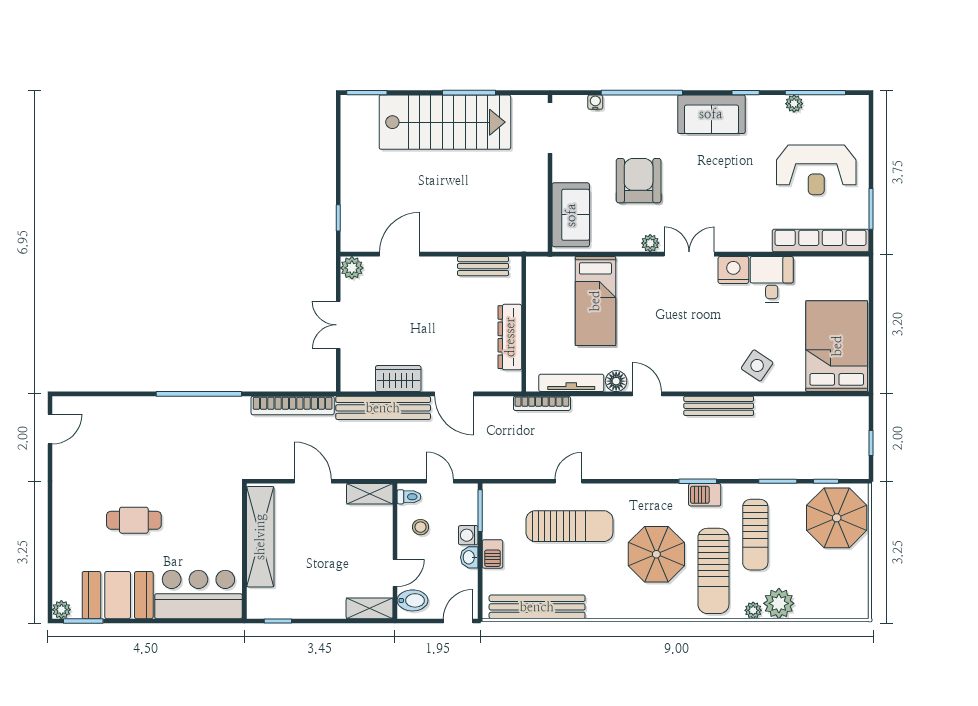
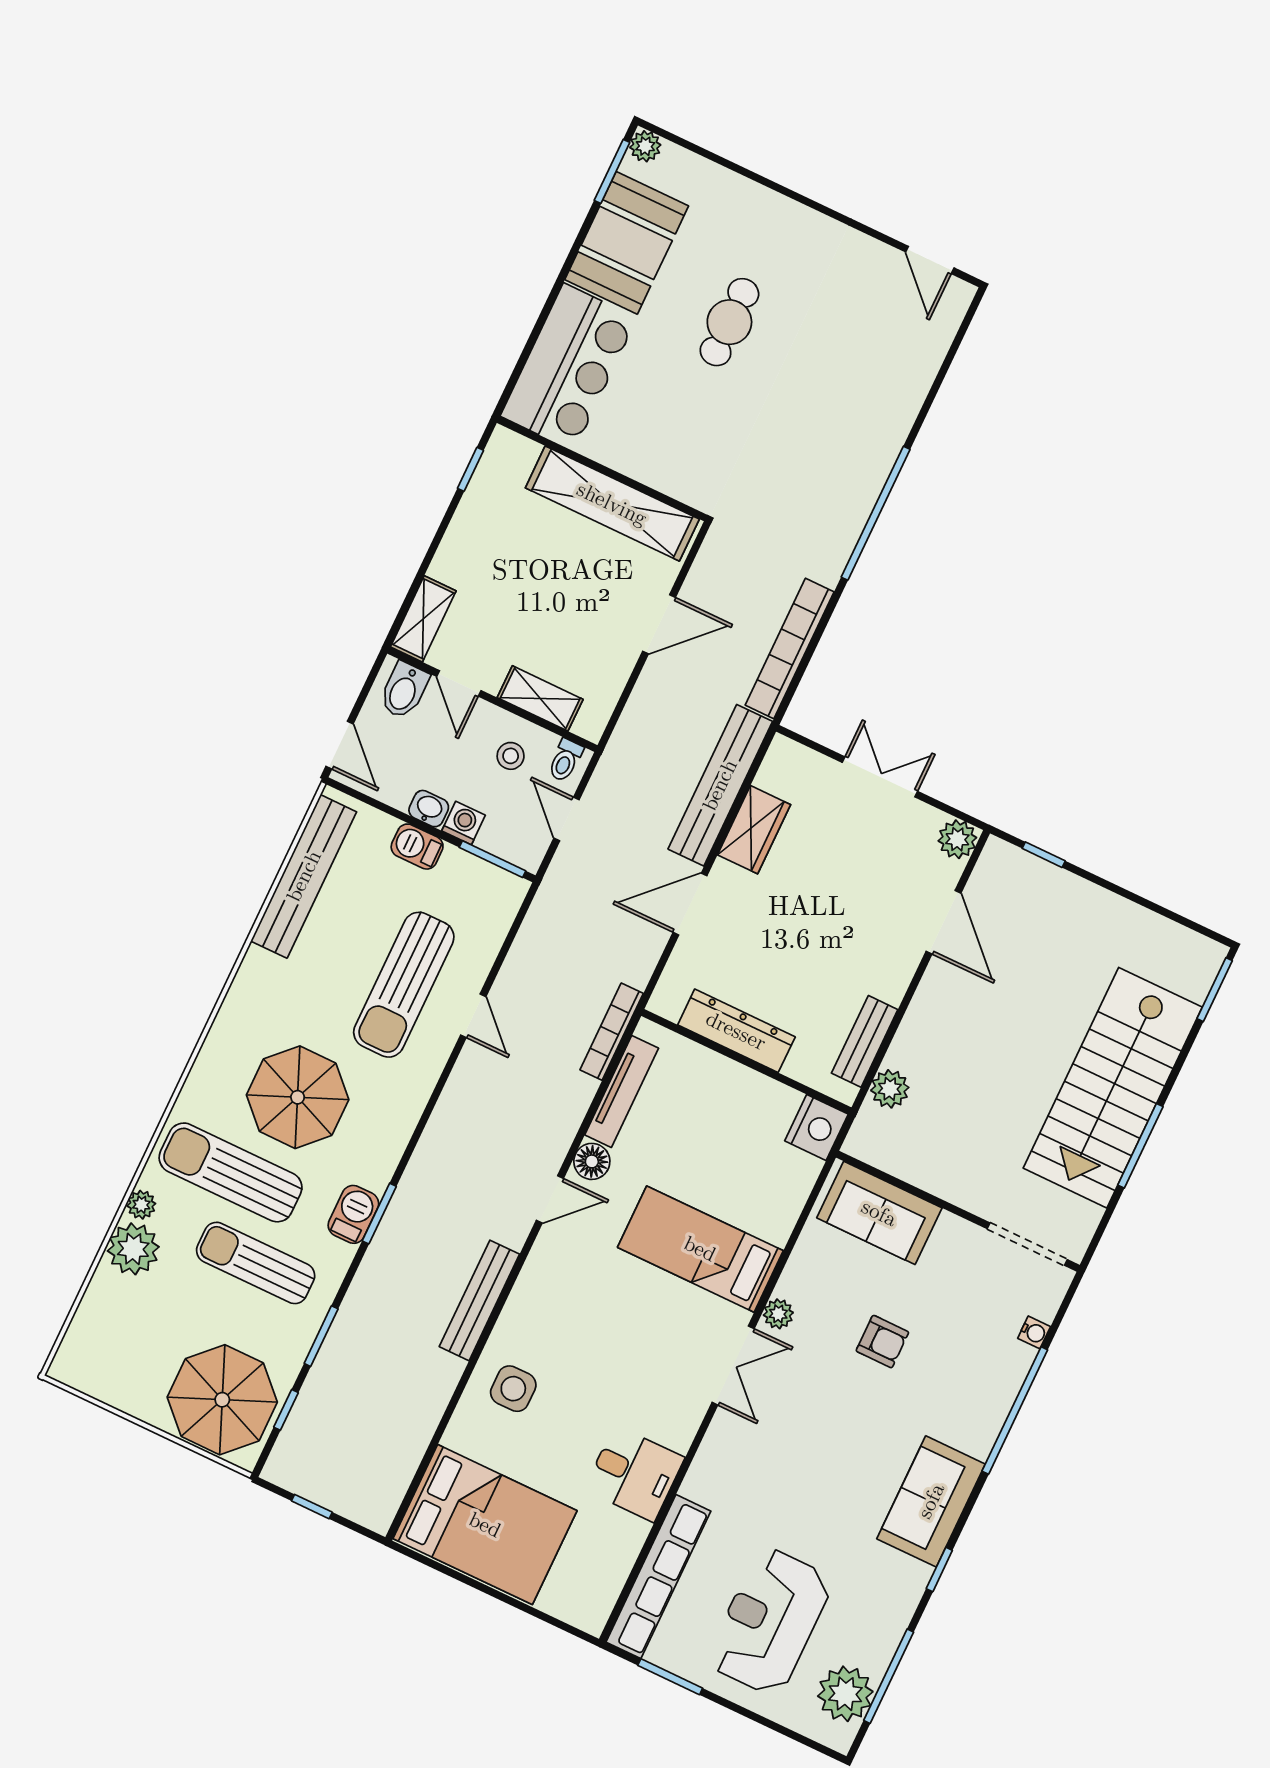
plant: (794, 104) -> (845, 1694), moved, width x1.88, depth x1.88
armchair: (639, 181) -> (882, 1342), width x0.53, depth x0.53
plant: (502, 241) -> (890, 1089), added
nightstand: (733, 270) -> (816, 1127), moved
bed: (595, 301) -> (700, 1249), moved
side table: (757, 365) -> (513, 1389), turned -34
door: (440, 481) -> (567, 819), swing flipped
shelving: (370, 494) -> (540, 698), moved, turned 90

